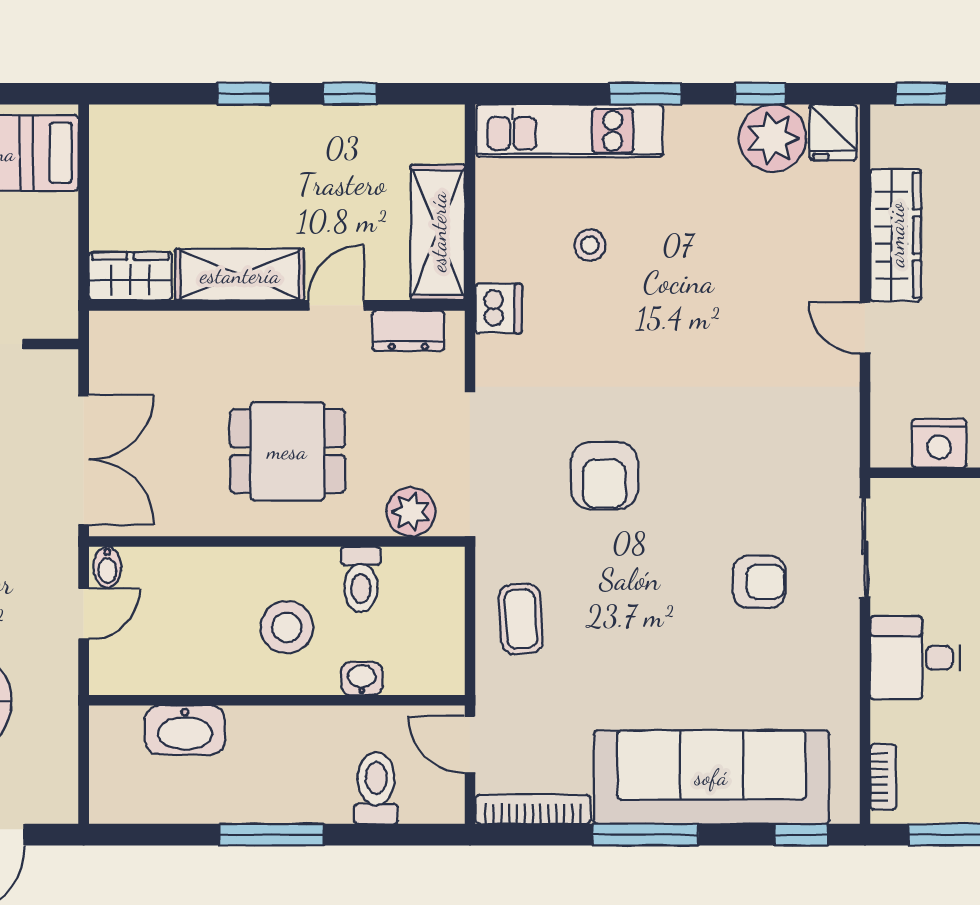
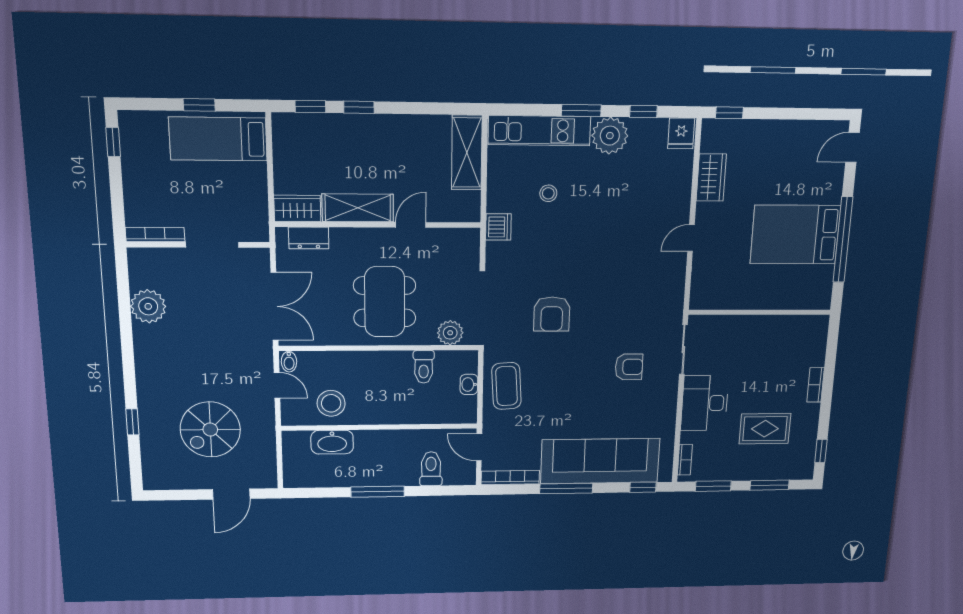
window: (350, 94) -> (310, 106), moved
plant: (773, 138) -> (610, 136), moved
shelving: (438, 232) -> (467, 153), moved
wardrobe: (896, 235) -> (711, 178), width x0.67
door: (865, 328) -> (691, 238), hinge flipped
dresser: (408, 331) -> (309, 238), moved
nightstand: (939, 443) -> (725, 297), removed
dining table: (287, 451) -> (385, 302), width x1.38
door: (84, 614) -> (277, 385), hinge flipped
coffee table: (521, 619) -> (506, 386), width x1.36, depth x1.30
stool: (287, 627) -> (331, 403), moved
desk: (915, 658) -> (705, 403), width x1.37
washbasin: (362, 679) -> (469, 384), moved, turned -90

